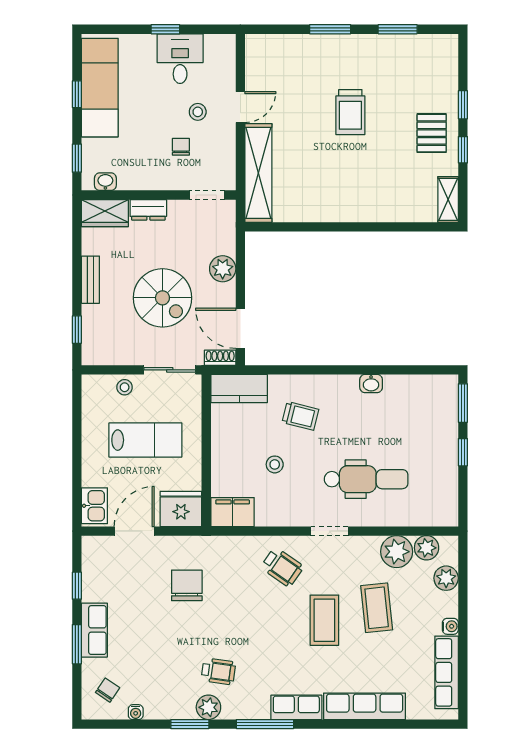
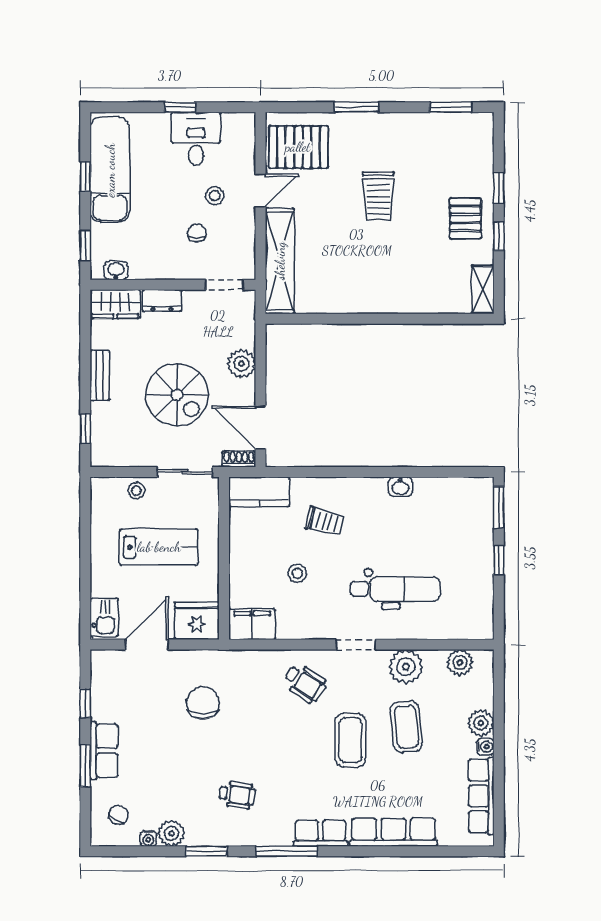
window: (398, 29) -> (451, 107), moved
pallet: (276, 66) -> (298, 147), added
plant: (397, 552) -> (406, 667), moved
plant: (446, 578) -> (481, 723), moved
plant: (208, 707) -> (171, 833), moved

